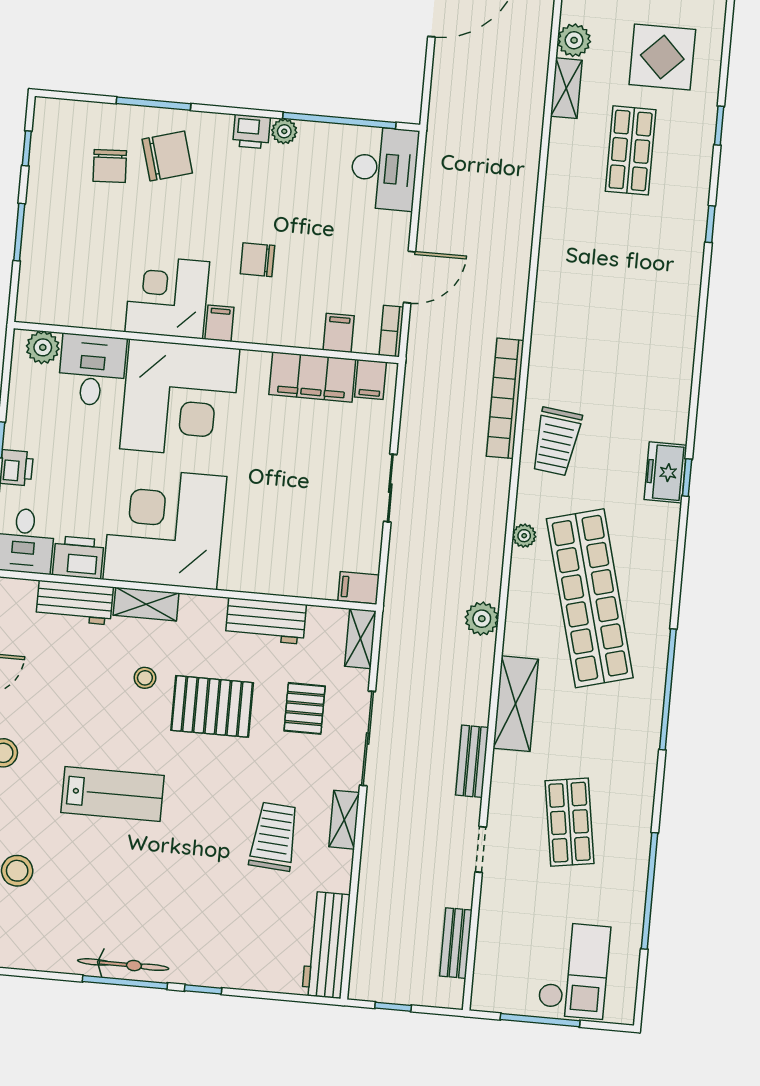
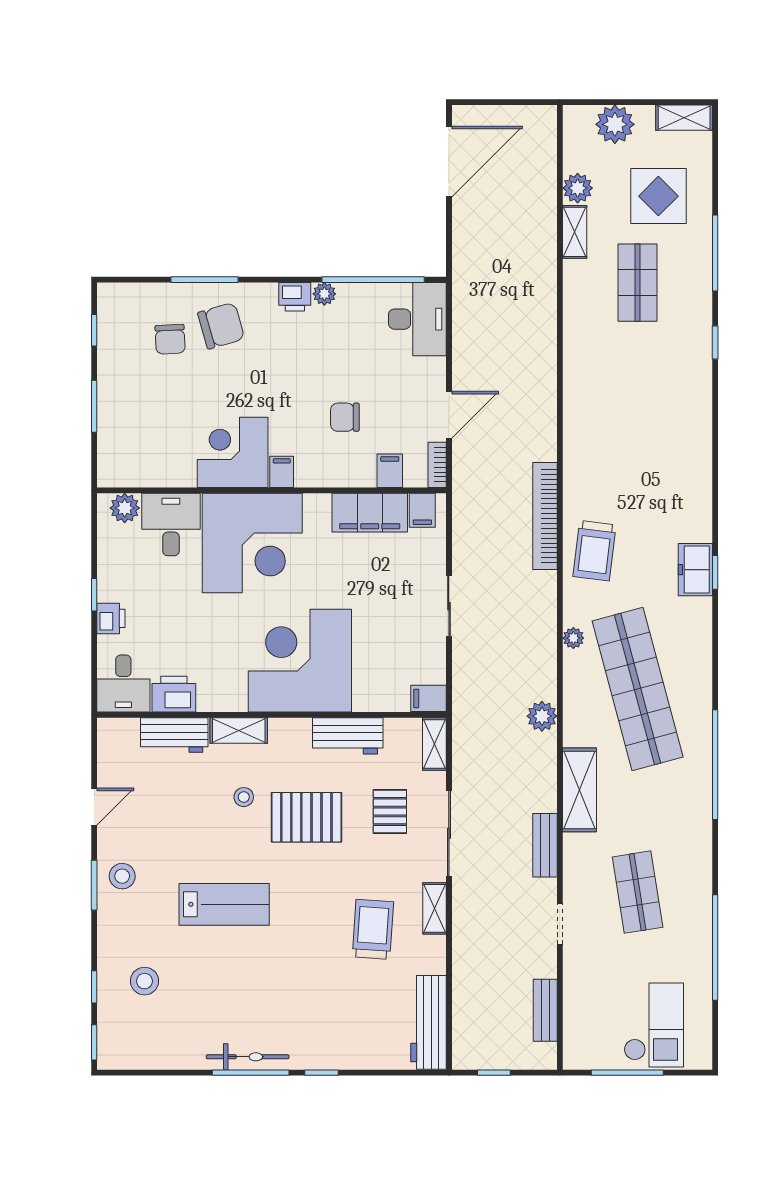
window: (719, 126) -> (715, 253), width x2.17
chair: (257, 260) -> (345, 417), moved
corner desk: (165, 528) -> (300, 661), moved

